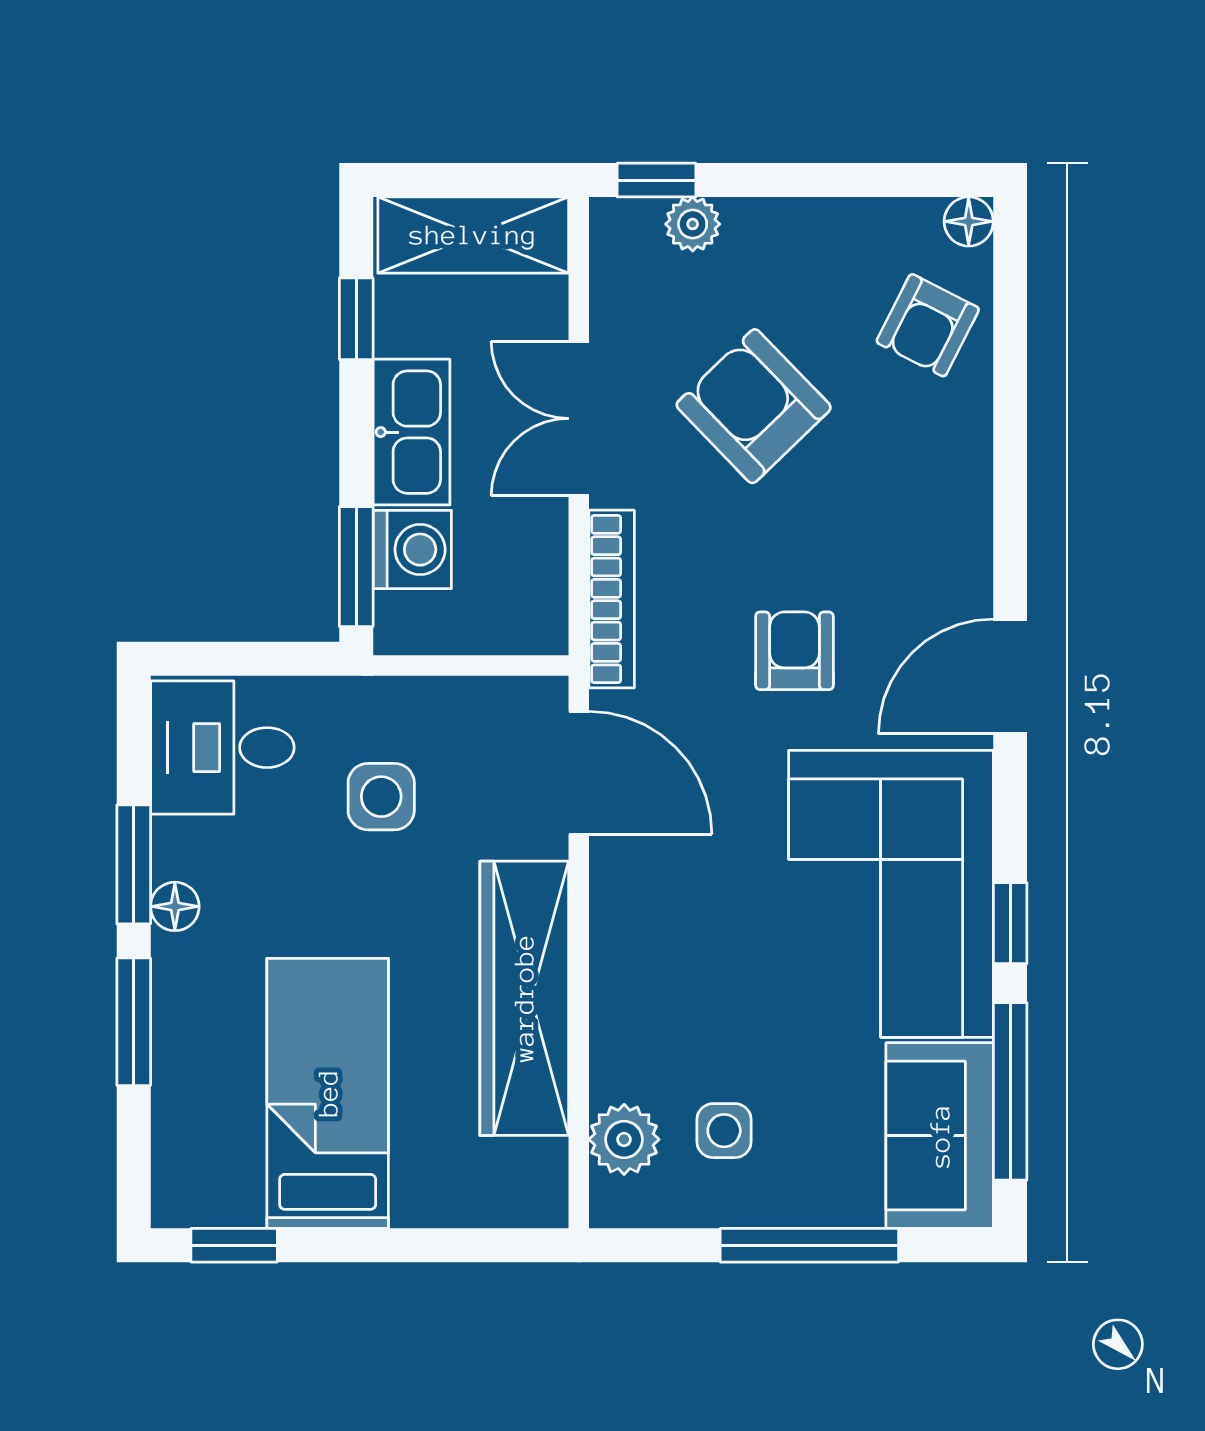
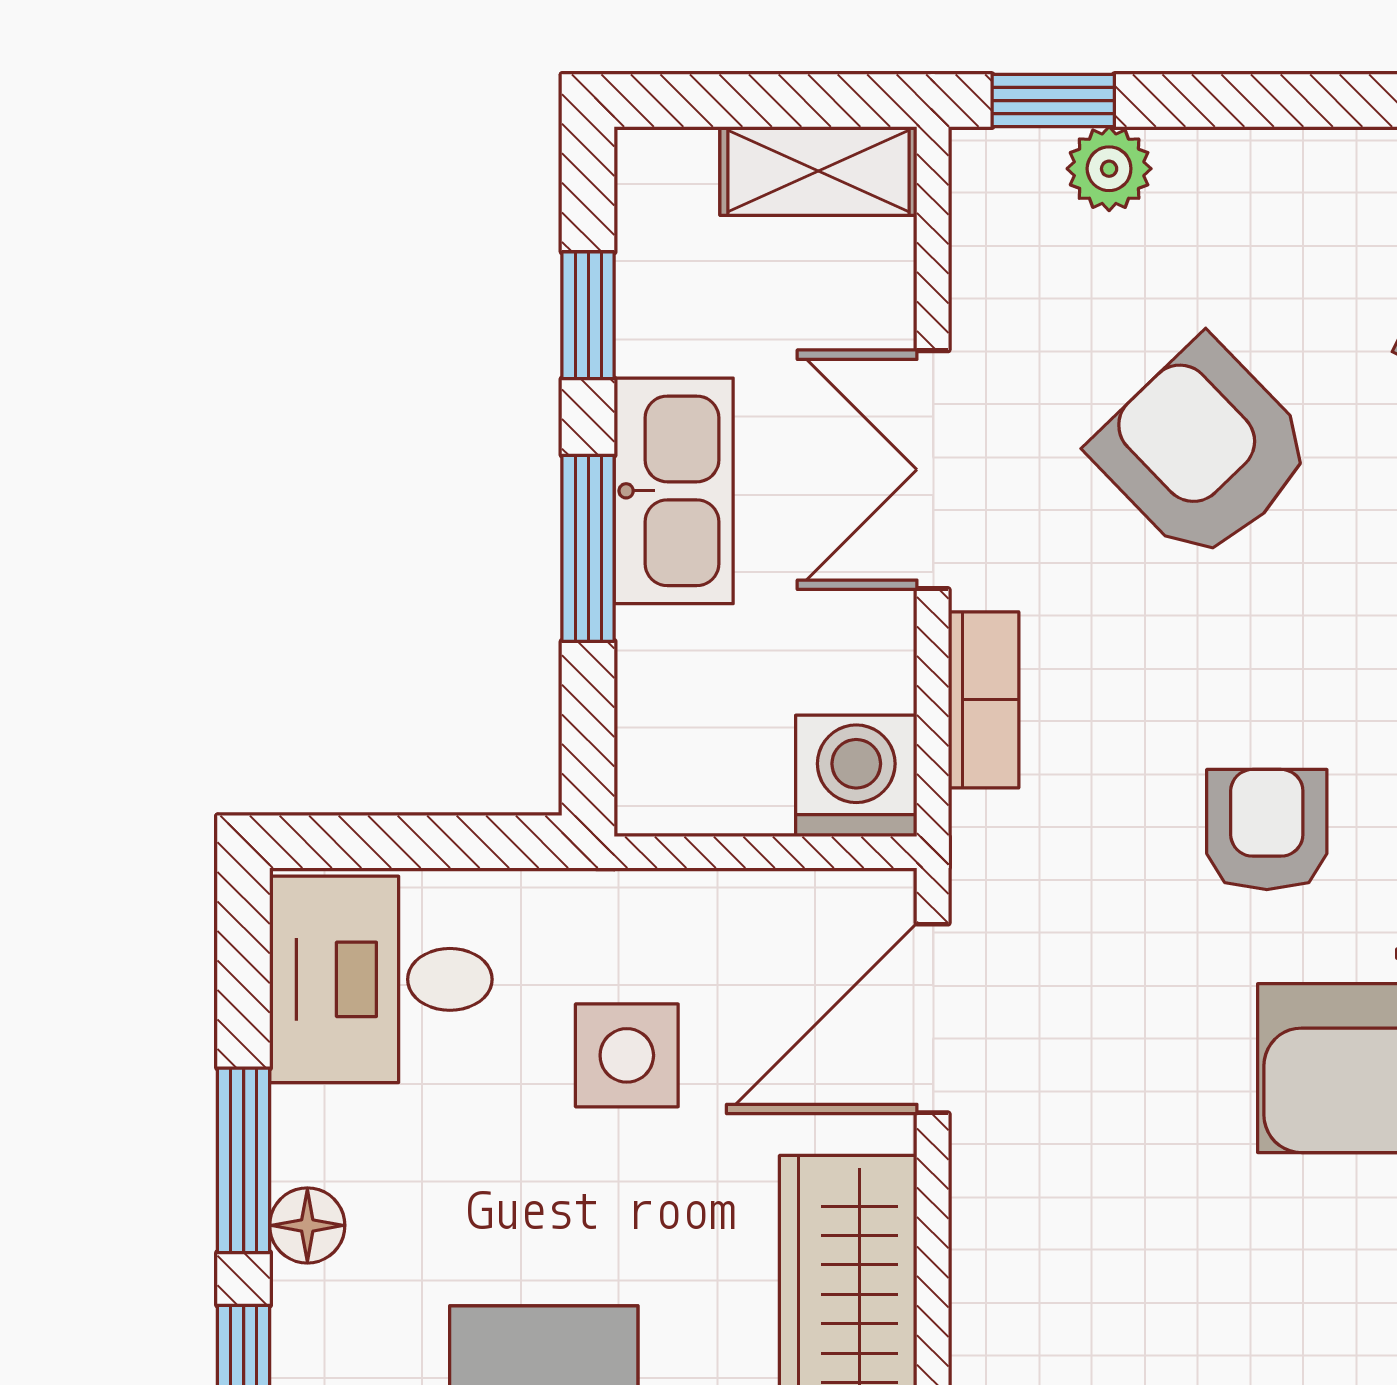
shelving: (473, 235) -> (818, 171), width x0.67, depth x0.75
washing machine: (412, 550) -> (856, 776), moved, turned -90
window: (356, 567) -> (588, 548), moved
bookcase: (612, 599) -> (984, 700), width x0.64
door: (579, 773) -> (933, 1018), swing flipped

